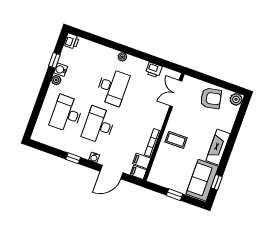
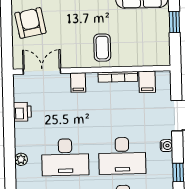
desk: (112, 87) -> (65, 157), turned 180
double door: (176, 94) -> (42, 71), swing flipped
filing cabinet: (138, 172) -> (78, 83), moved

